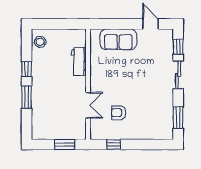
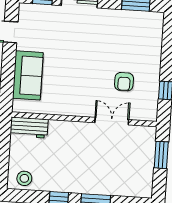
workbench: (79, 61) -> (29, 128), moved

